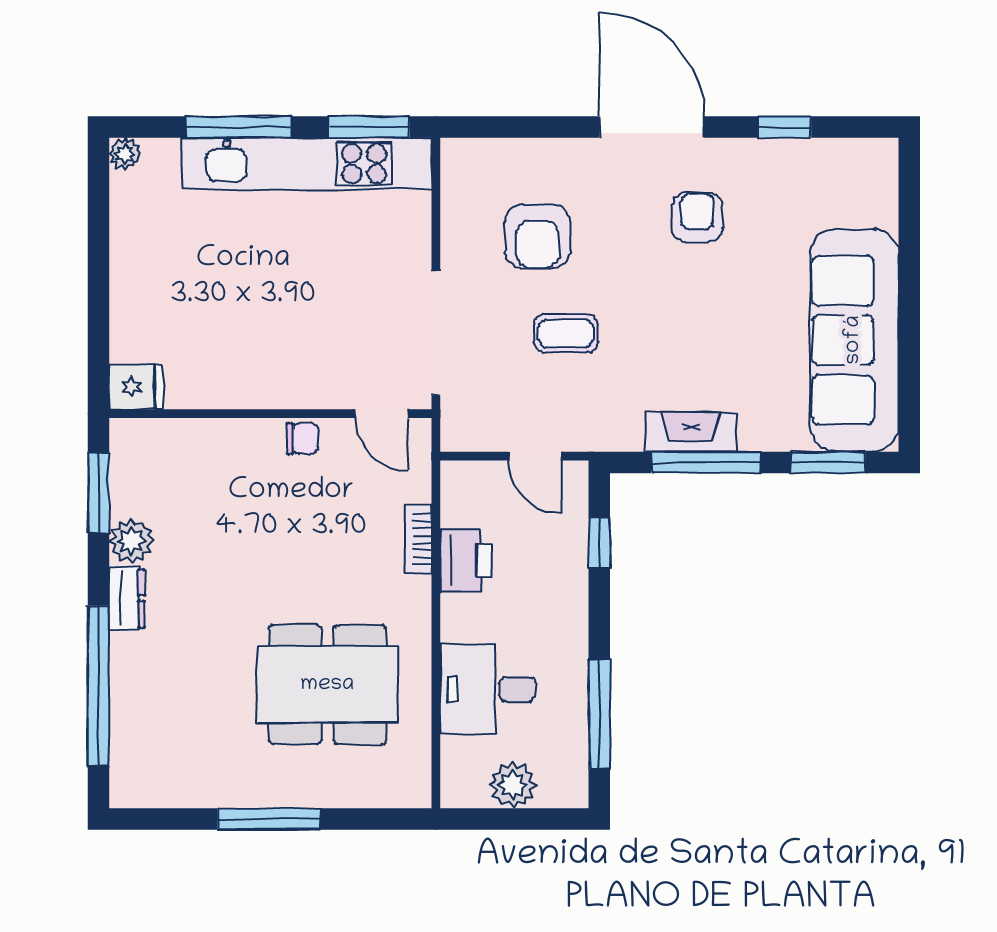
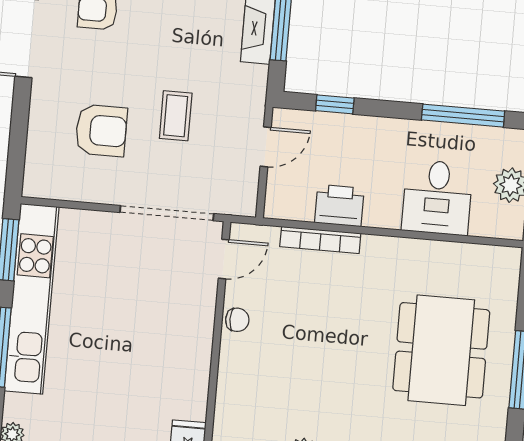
chair: (303, 439) -> (237, 320), turned 90
bookcase: (418, 539) -> (320, 240), width x1.56
dining table: (327, 685) -> (441, 350), moved

